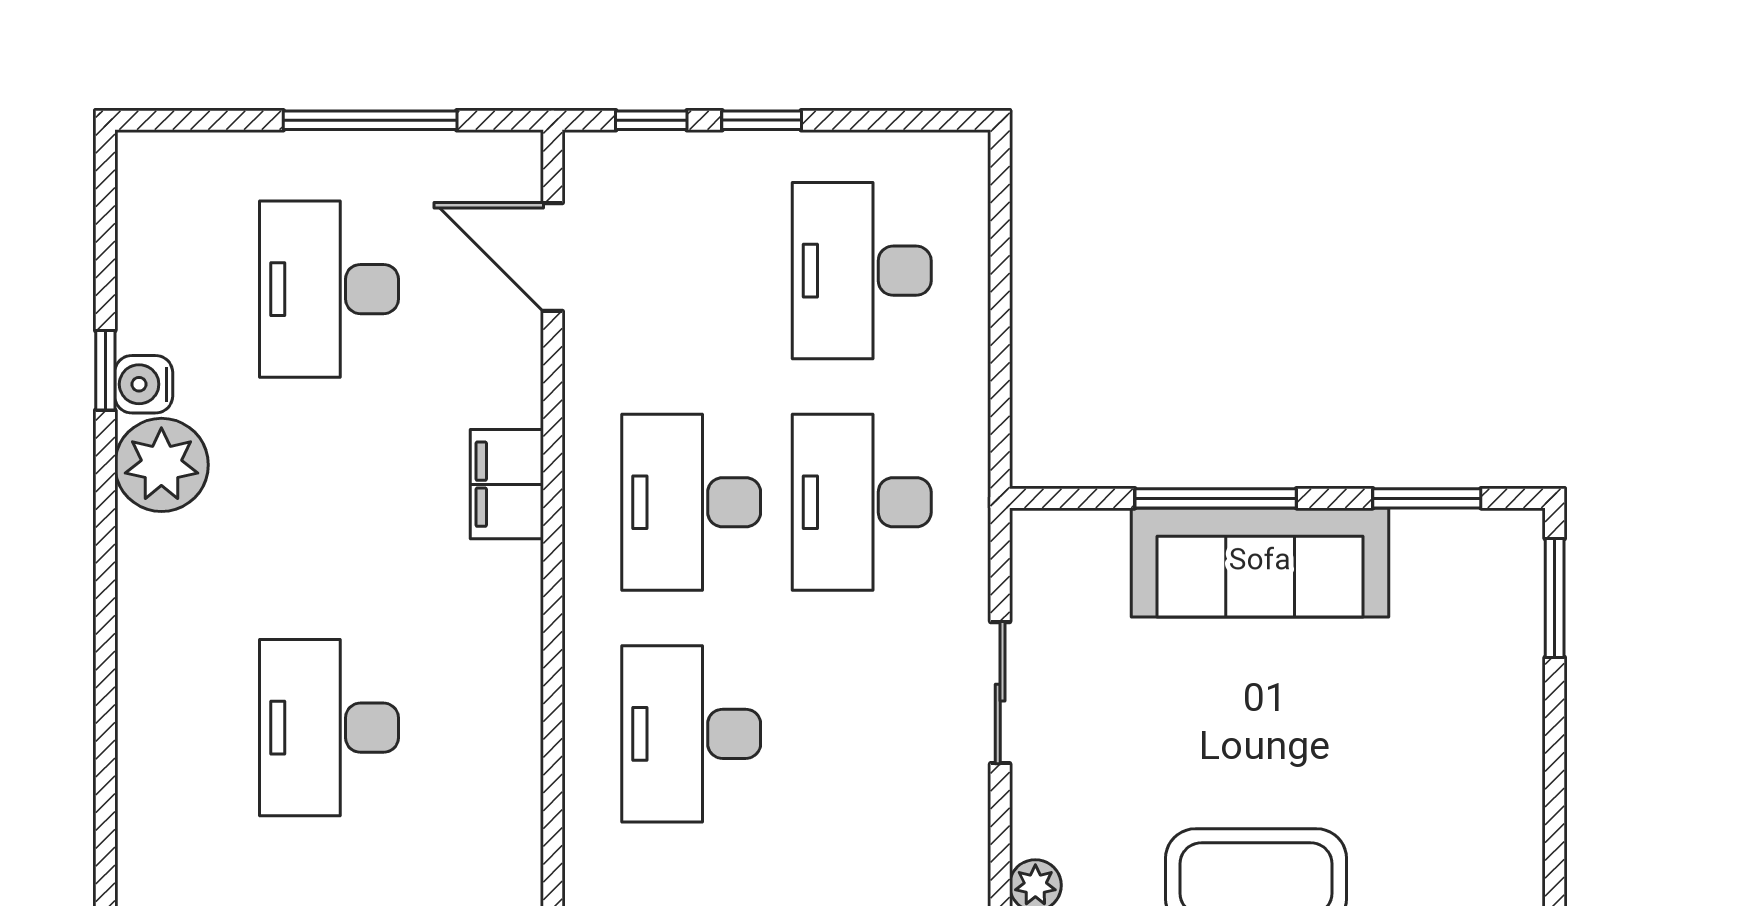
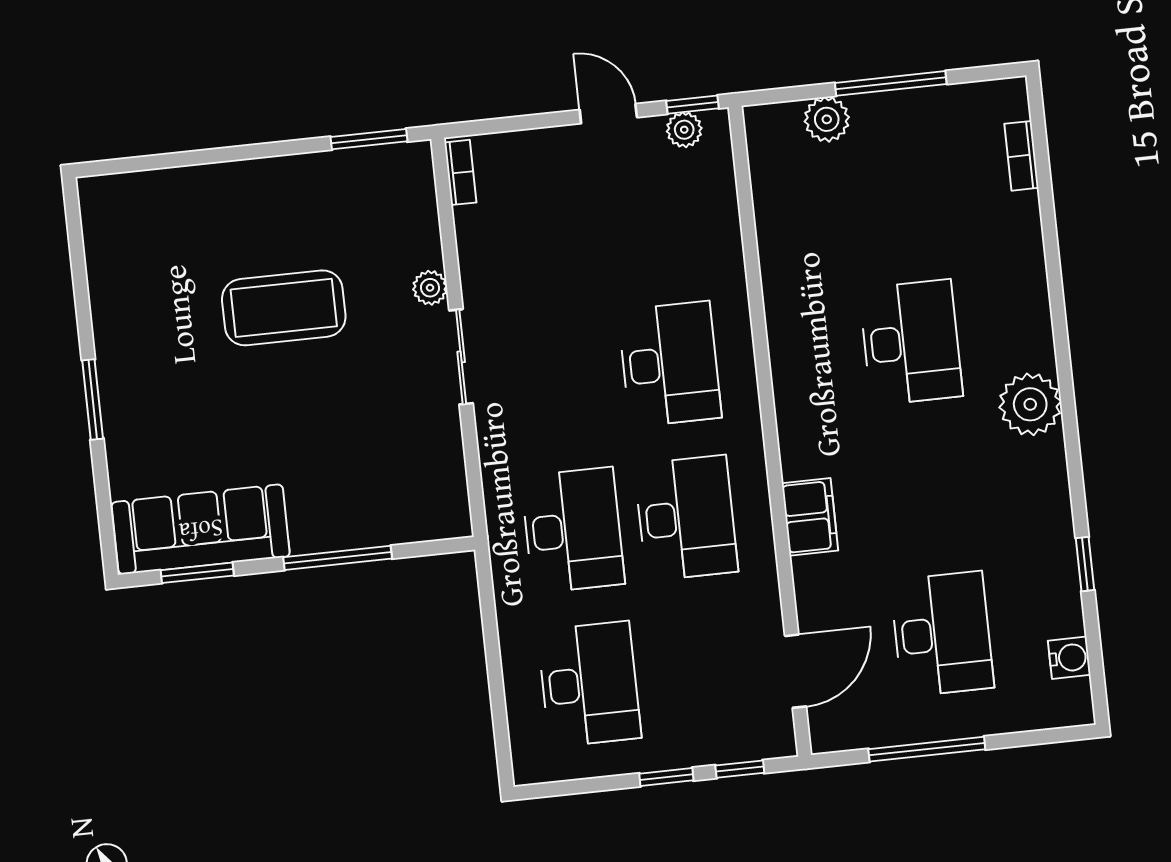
door: (553, 257) -> (796, 671), hinge flipped
water cooler: (144, 384) -> (1069, 658), moved
plant: (161, 465) -> (1030, 404), moved
sofa: (1260, 562) -> (201, 529), moved
window: (1555, 598) -> (93, 399), moved
sliding door: (1000, 693) -> (461, 357), moved

